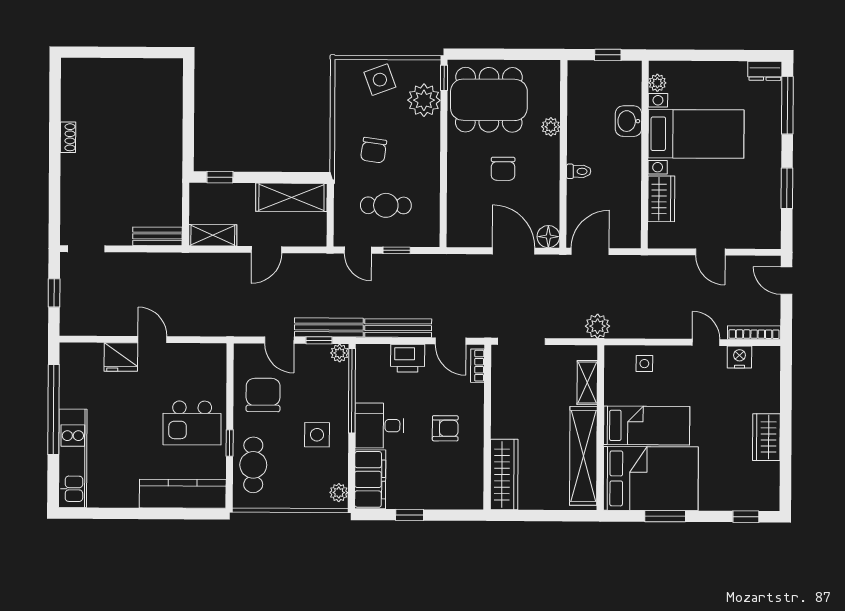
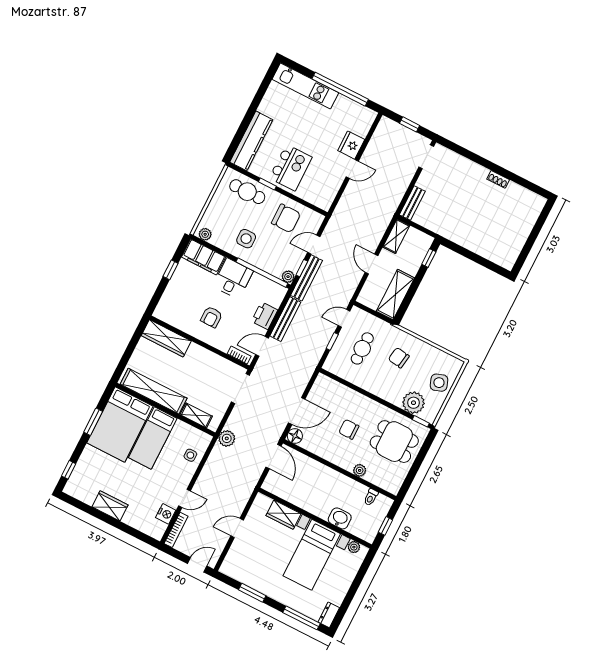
dining table: (489, 100) -> (394, 442), width x0.73
toilet: (579, 171) -> (371, 497), moved
kitchen island: (192, 423) -> (291, 168), turned 180

